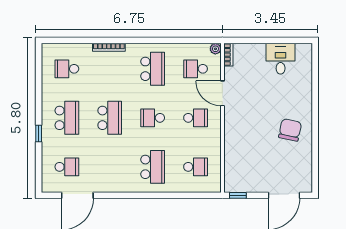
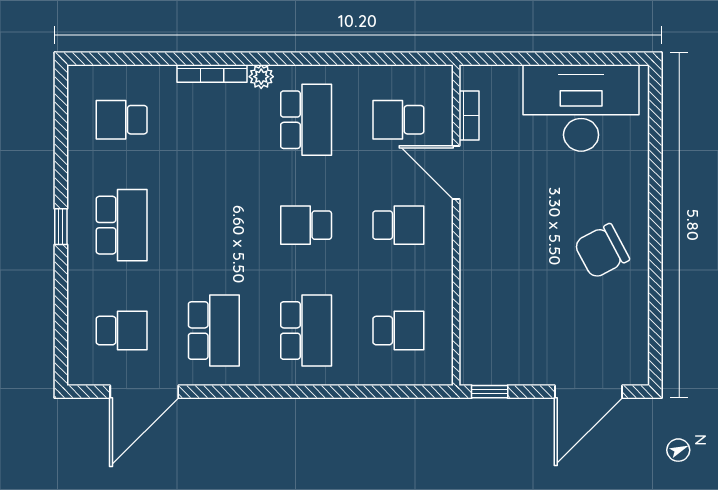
plant: (215, 49) -> (261, 77), moved
bookcase: (228, 55) -> (469, 115), moved
desk: (281, 59) -> (581, 108), width x1.87, depth x1.30
school desk: (110, 118) -> (214, 331), moved
chair: (290, 130) -> (602, 251), turned -130
window: (39, 134) -> (61, 227), moved

